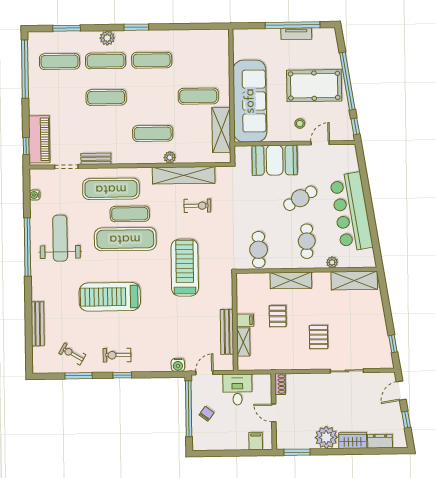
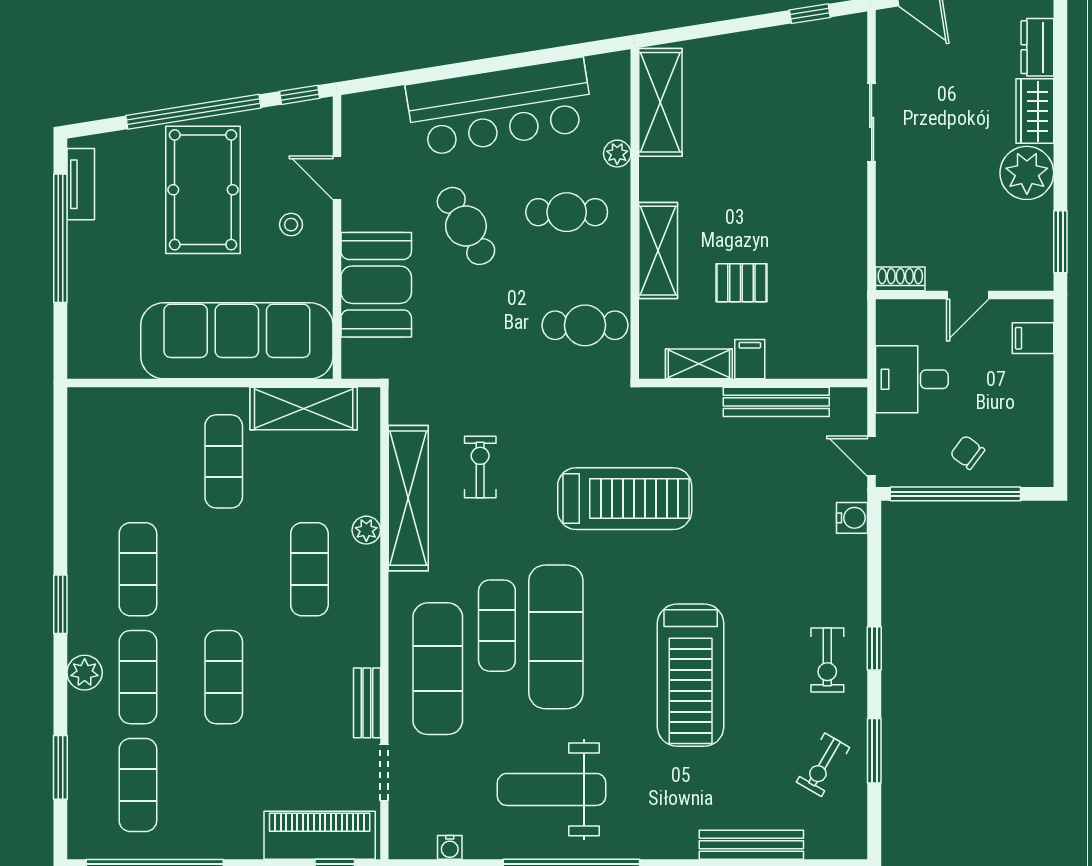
tv unit: (296, 34) -> (81, 184), moved
treadmill: (185, 268) -> (625, 499), turned 180
pallet: (319, 337) -> (792, 188), removed
shelving: (243, 342) -> (699, 364), moved

